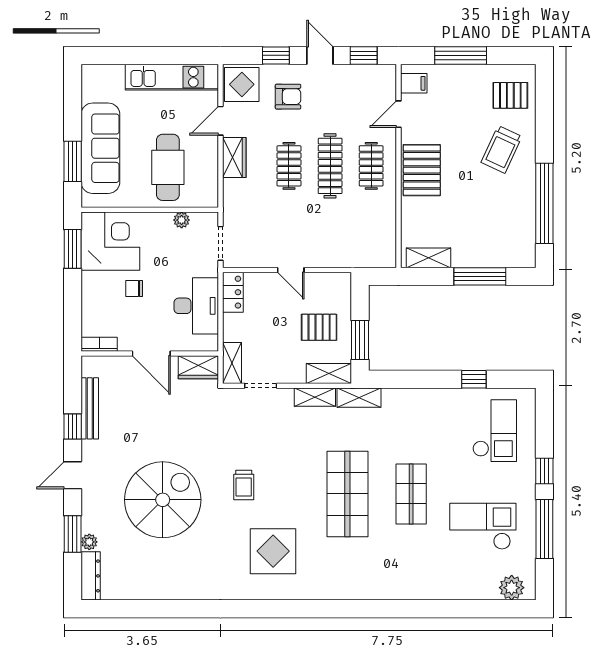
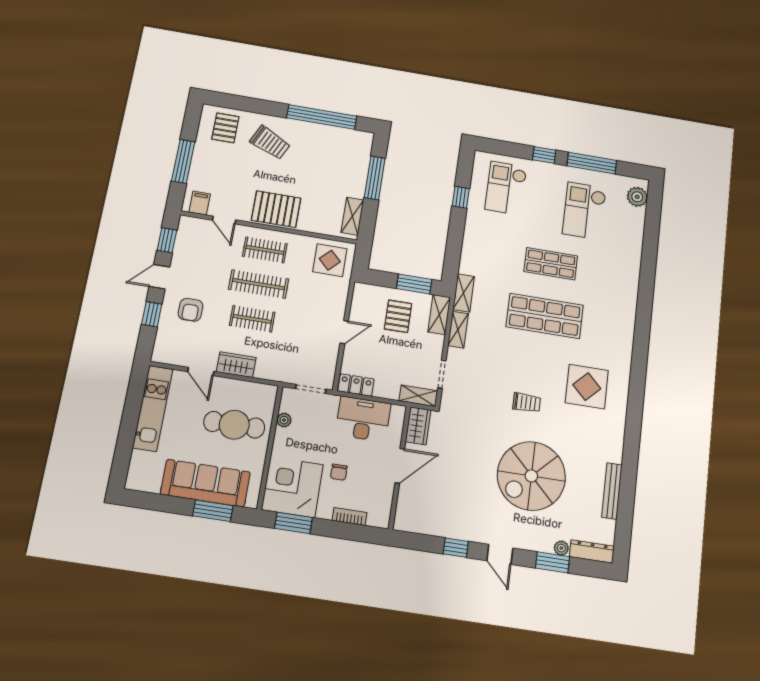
display table: (242, 84) -> (330, 260), moved
armchair: (288, 97) -> (191, 310), turned 180
bookcase: (99, 344) -> (350, 517), moved, turned 90
bench: (90, 408) -> (612, 491), moved, turned 90
checkout: (495, 431) -> (506, 188), turned -90
spiral stairs: (163, 500) -> (531, 476), turned -90

